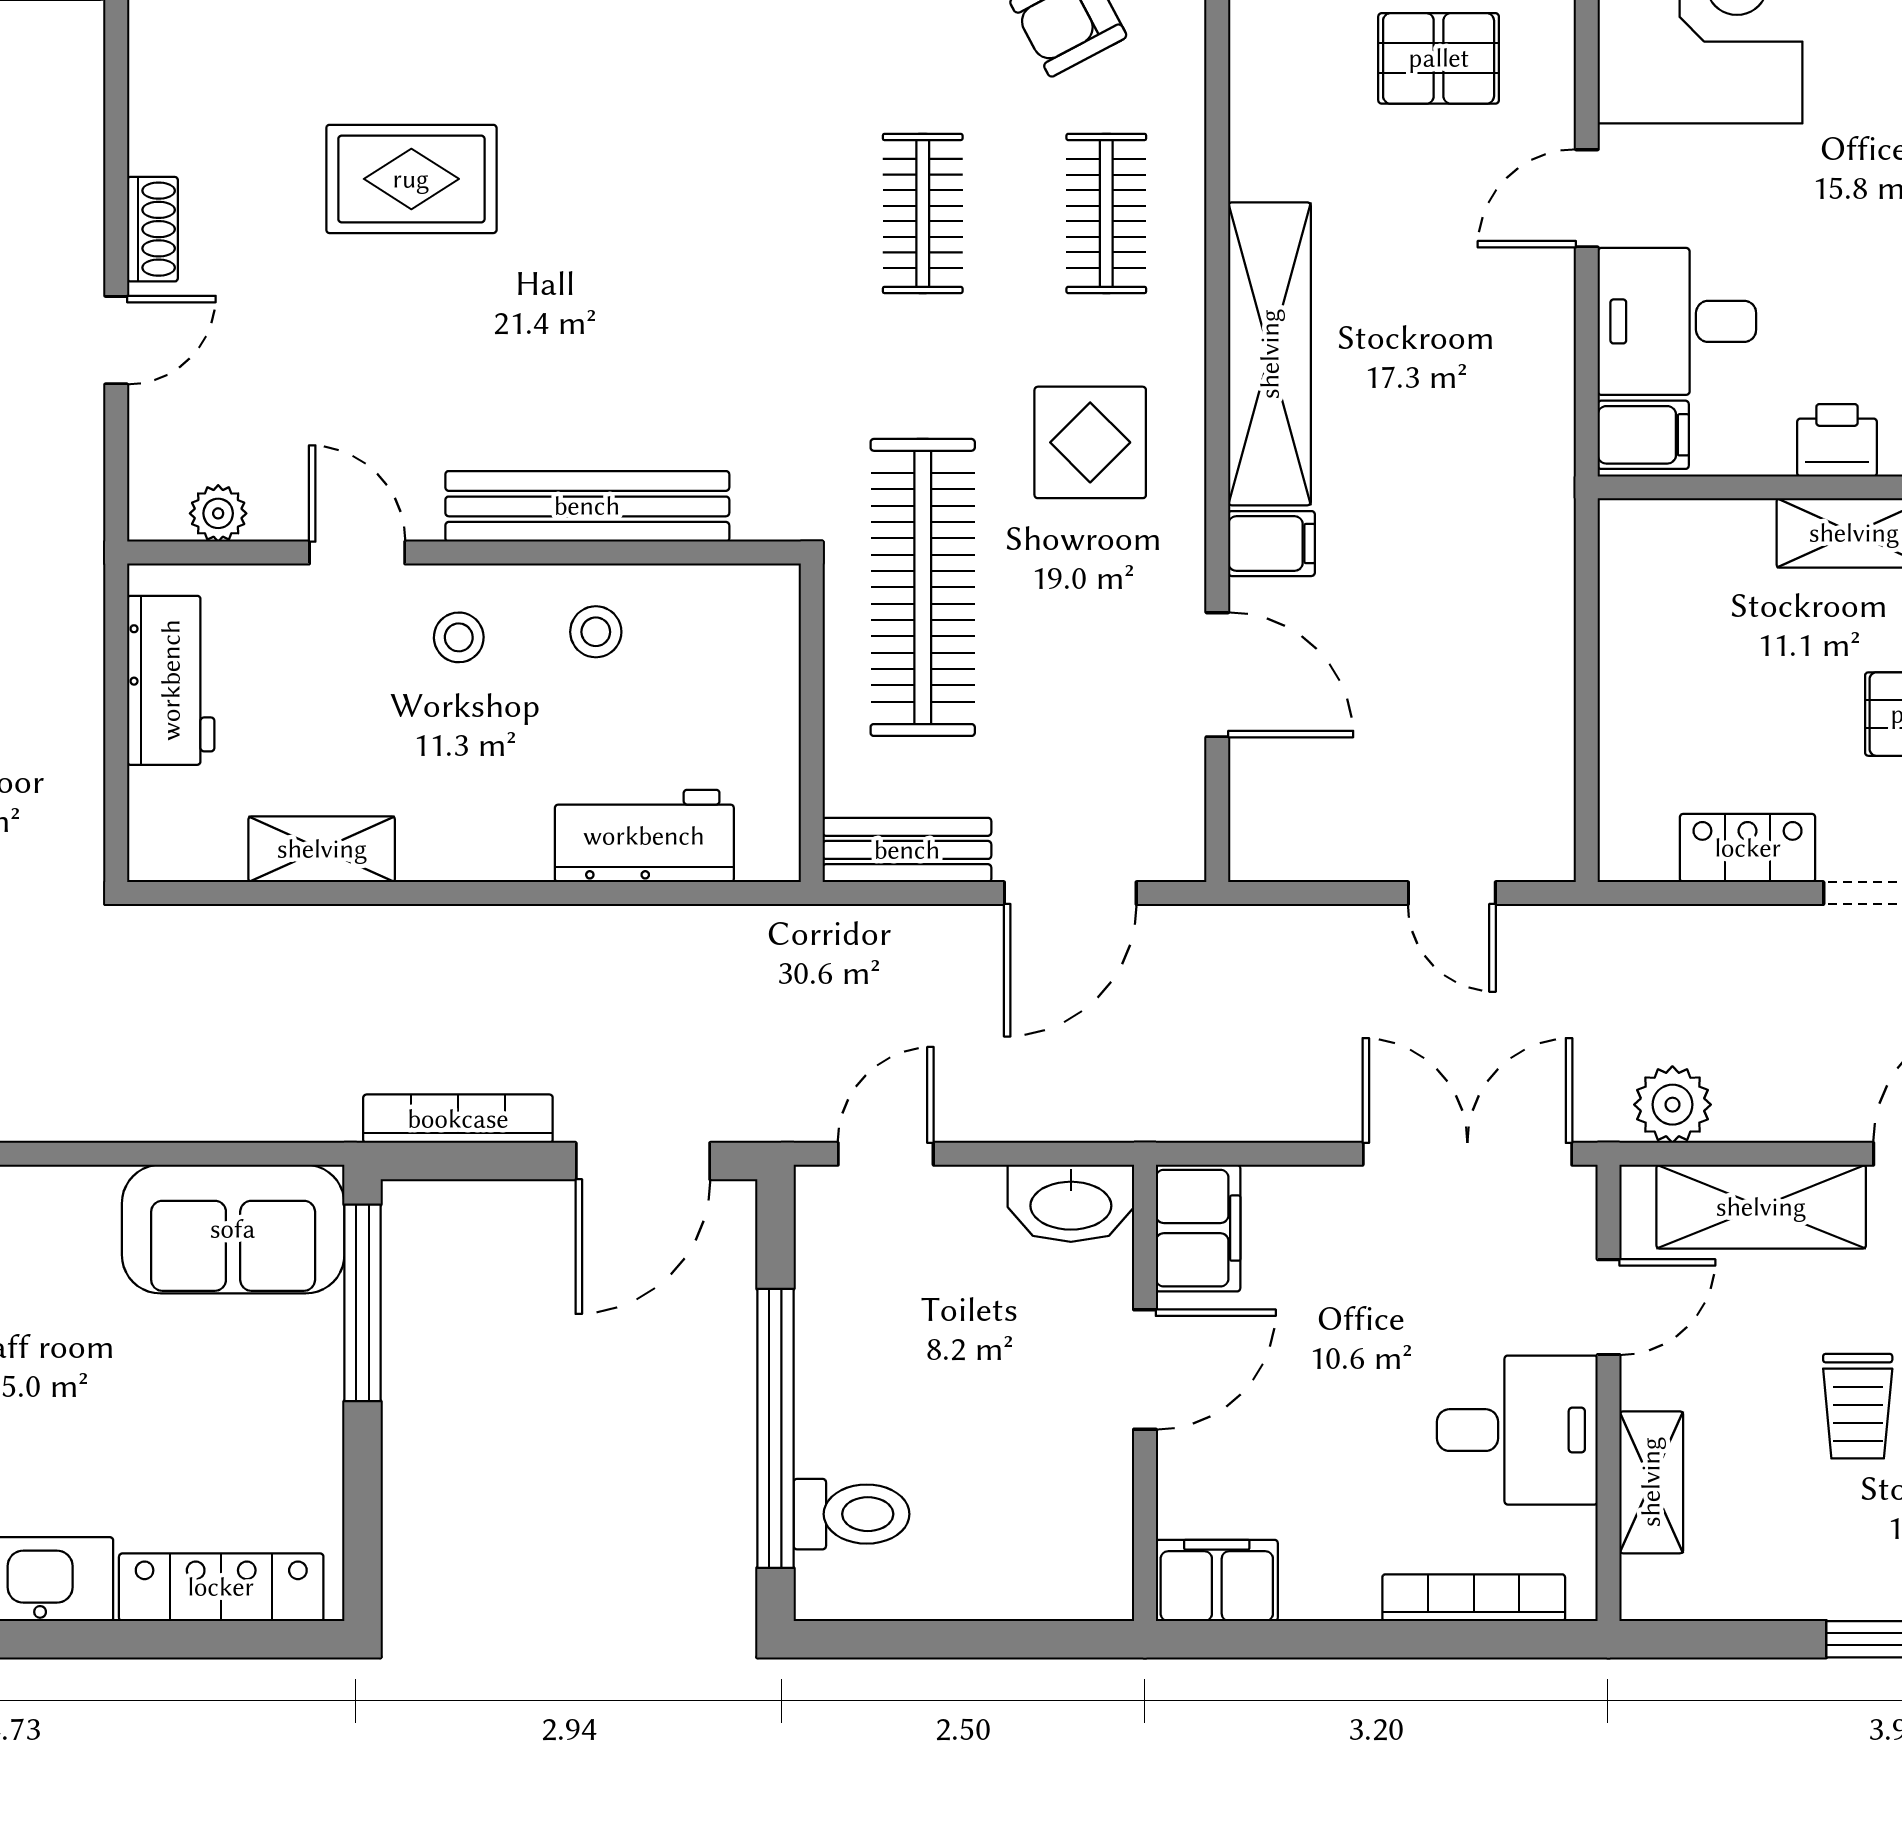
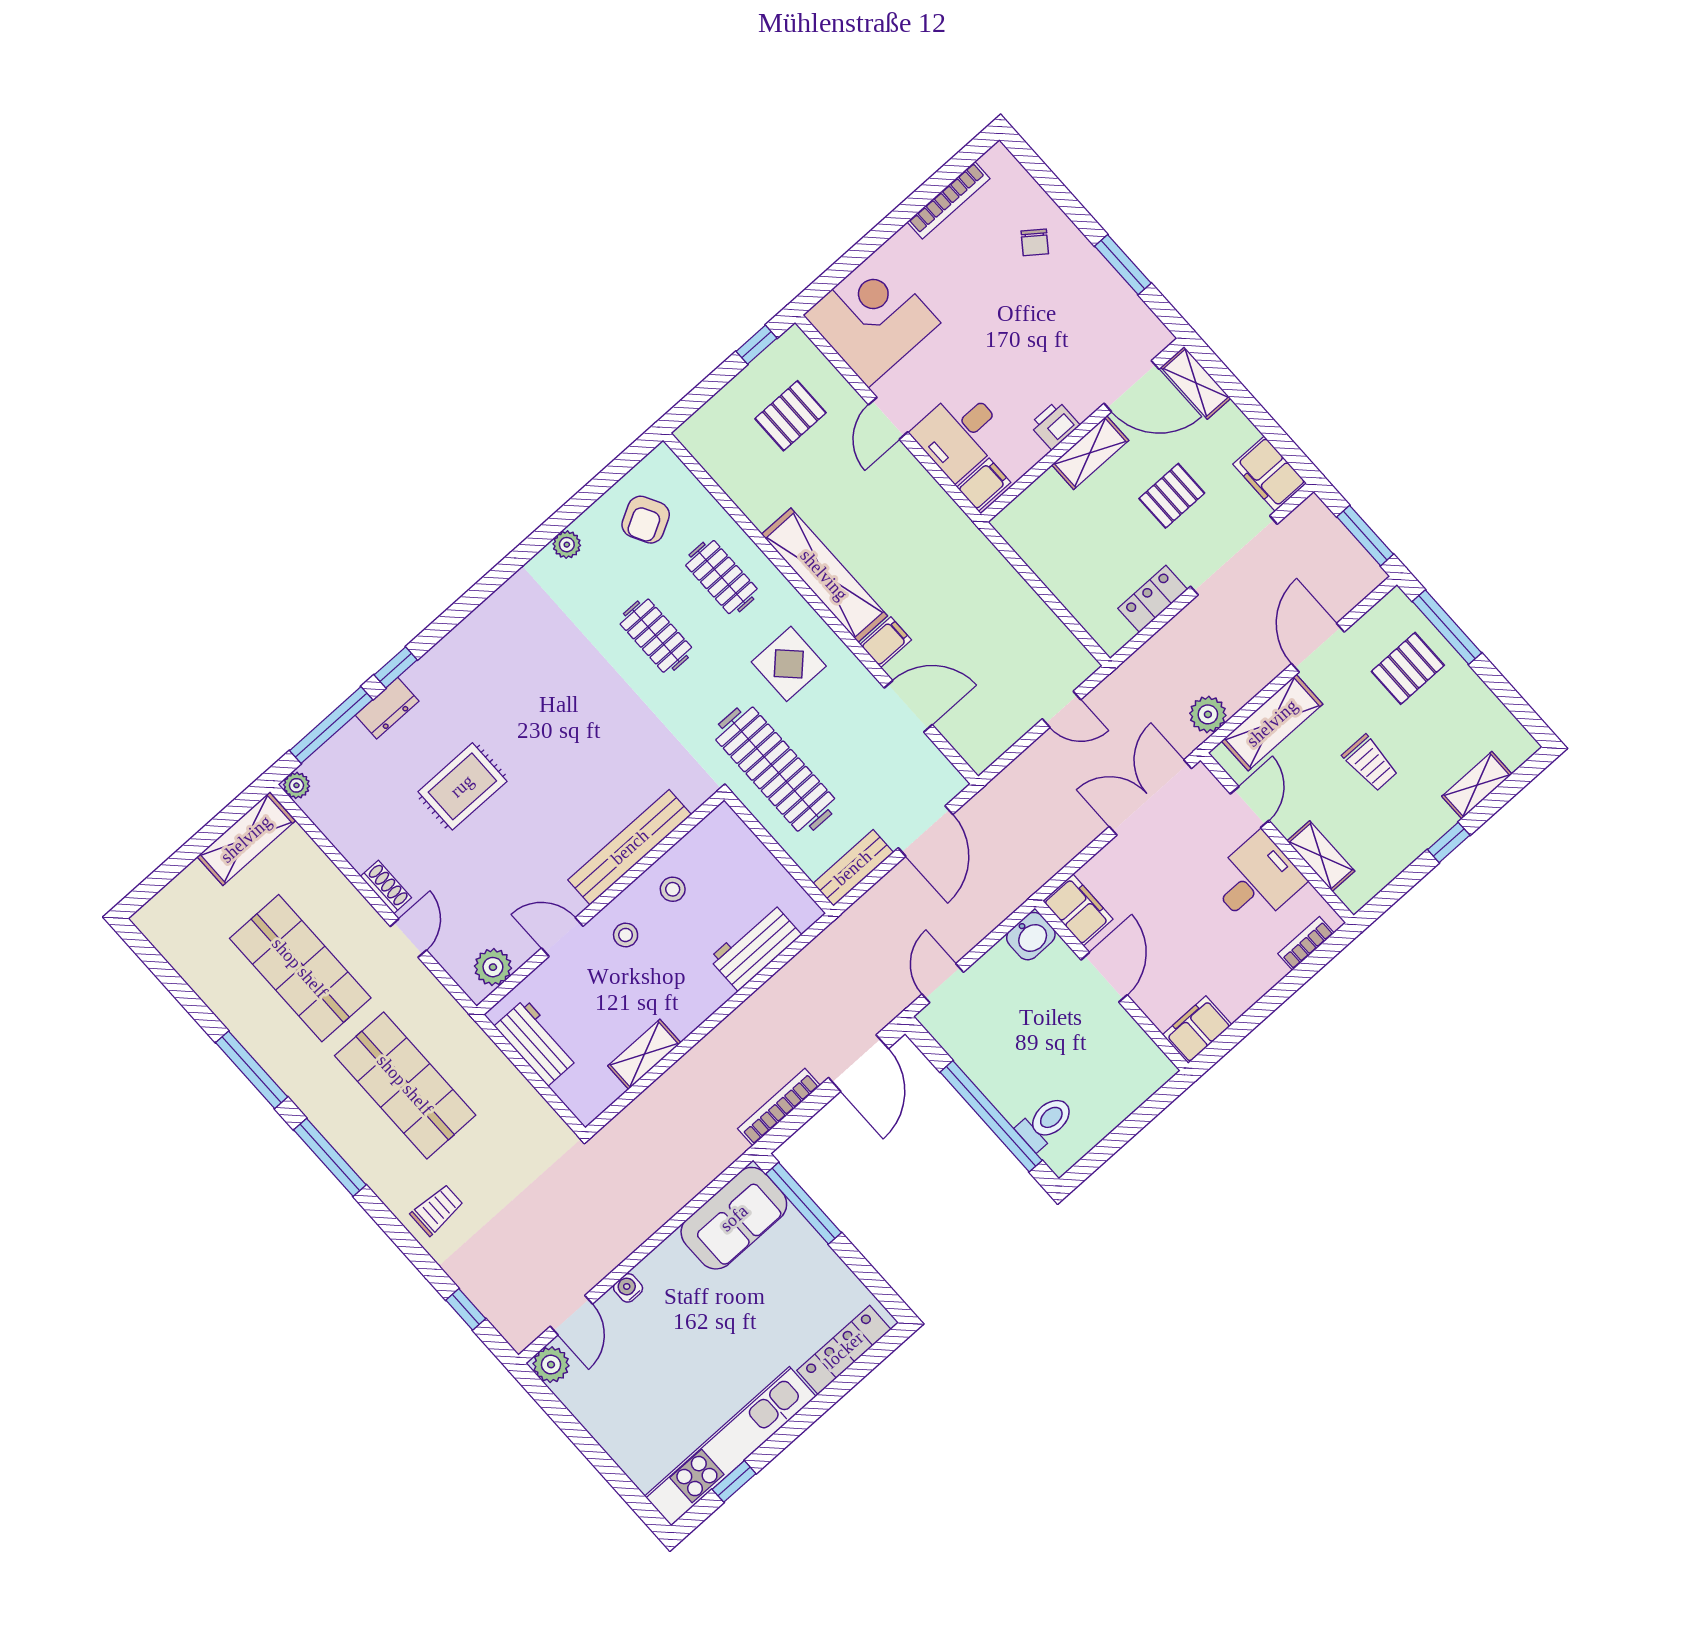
plant: (218, 513) -> (493, 967), width x1.38, depth x1.38
washbasin: (1071, 1203) -> (1031, 936), width x0.72
bookcase: (1474, 1598) -> (1306, 943), width x0.64

